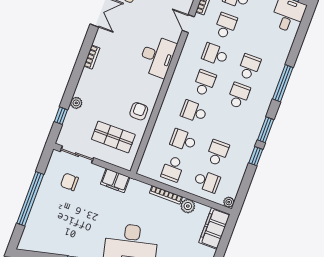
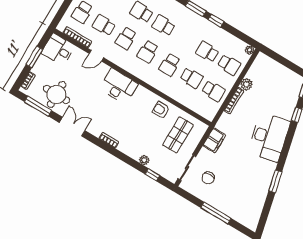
school desk: (204, 83) -> (148, 52), turned -90
school desk: (183, 140) -> (192, 78), turned -90
school desk: (207, 181) -> (229, 65), turned 90
window: (30, 199) -> (216, 213), width x0.68
filing cabinet: (214, 228) -> (269, 66), removed

